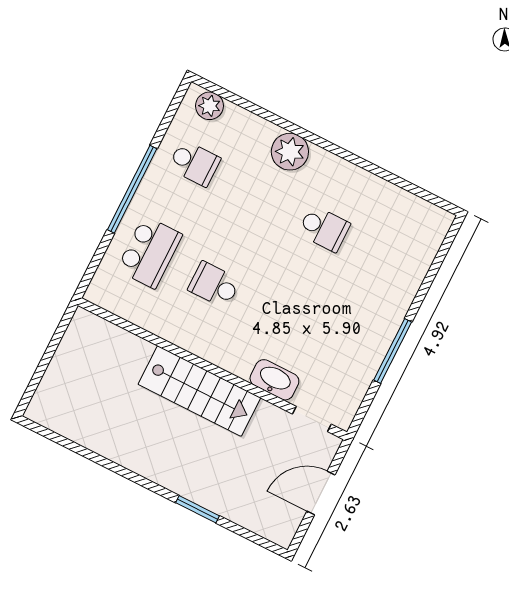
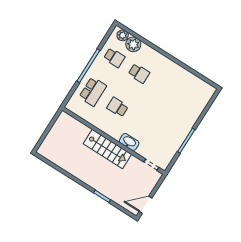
plant: (290, 152) -> (133, 44), moved
school desk: (324, 229) -> (139, 73), moved
washbasin: (274, 380) -> (129, 142), moved
door: (321, 493) -> (146, 205), moved

